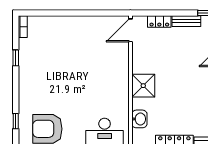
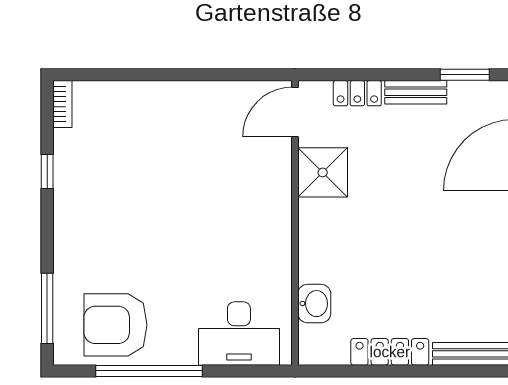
shower: (143, 86) -> (323, 172), moved
window: (16, 121) -> (47, 308), width x2.17

